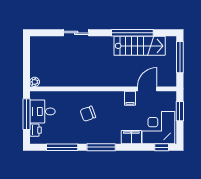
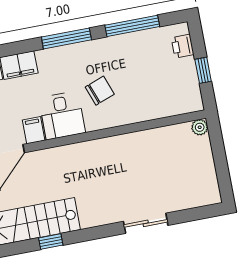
window: (132, 33) -> (51, 241), width x0.32
desk: (43, 111) -> (62, 115), moved, turned 90
window: (27, 114) -> (203, 70), width x0.46

